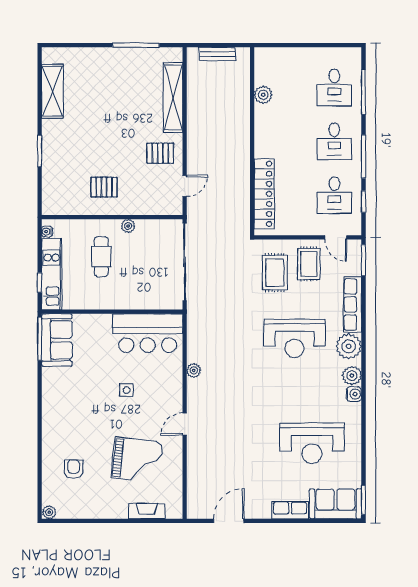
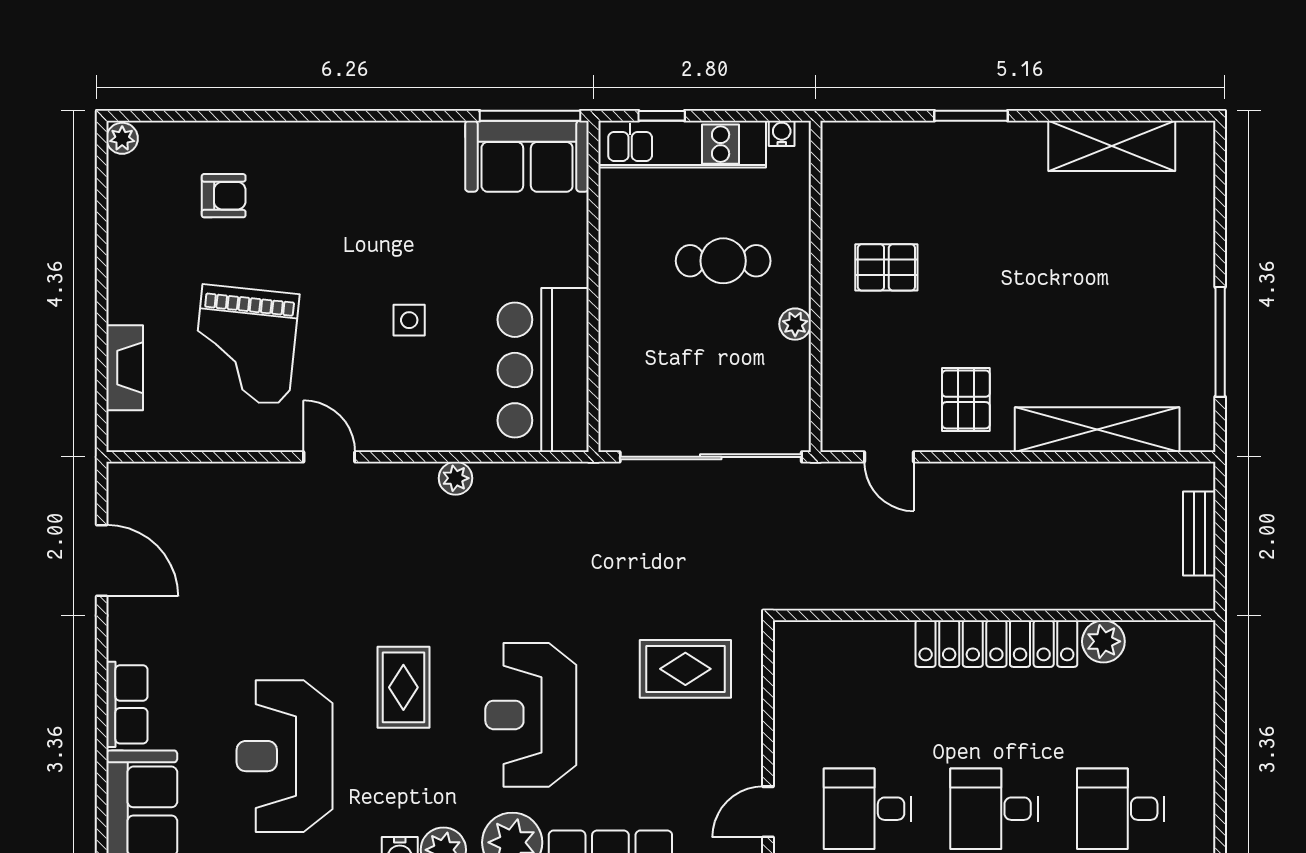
pallet: (104, 187) -> (886, 267), turned 90
locker: (264, 194) -> (996, 644), moved
rug: (309, 264) -> (403, 687), moved, turned 90

